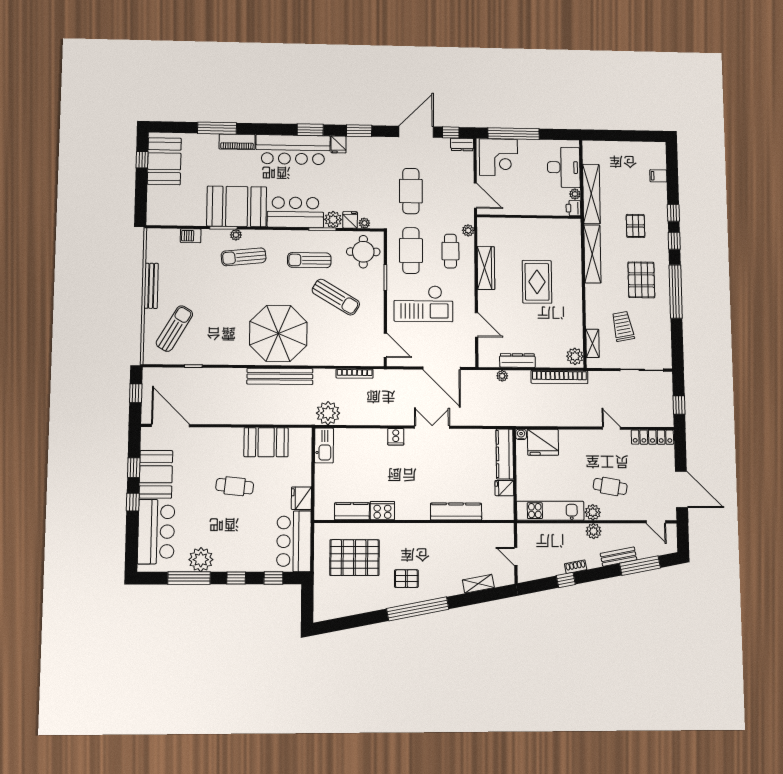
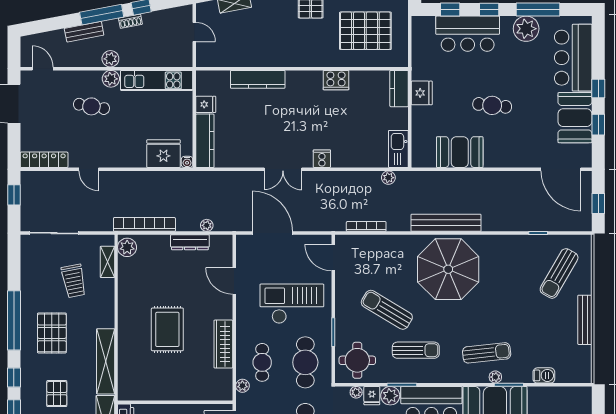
plant: (328, 413) -> (388, 178), width x0.53, depth x0.53
kitchen counter: (352, 511) -> (399, 89), moved, turned 90
bar counter: (294, 541) -> (468, 34), moved, turned 90
window: (640, 566) -> (102, 15), moved

